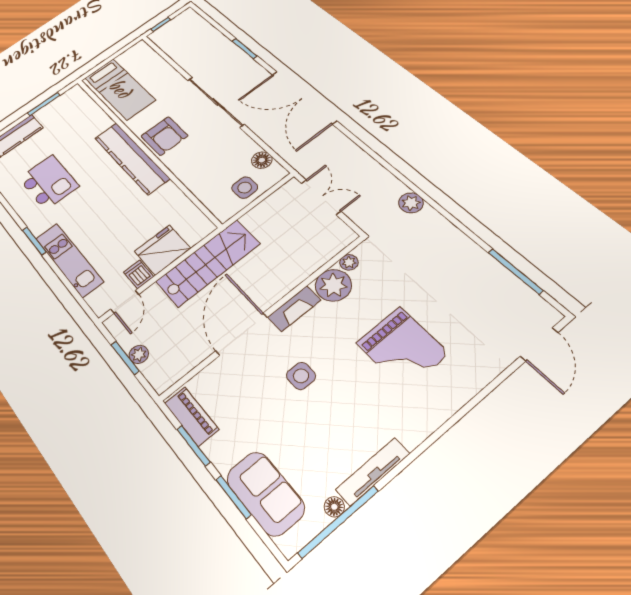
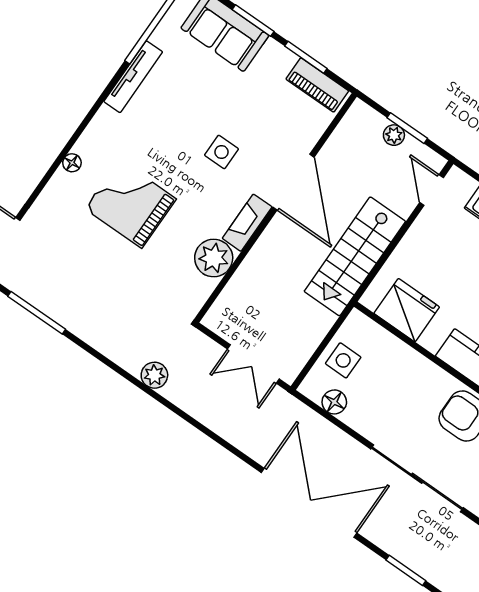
fridge: (163, 250) -> (407, 310), moved, turned -90
plant: (349, 262) -> (204, 288), removed
dishwasher: (139, 274) -> (428, 226), removed
floor lamp: (334, 507) -> (72, 163), moved

